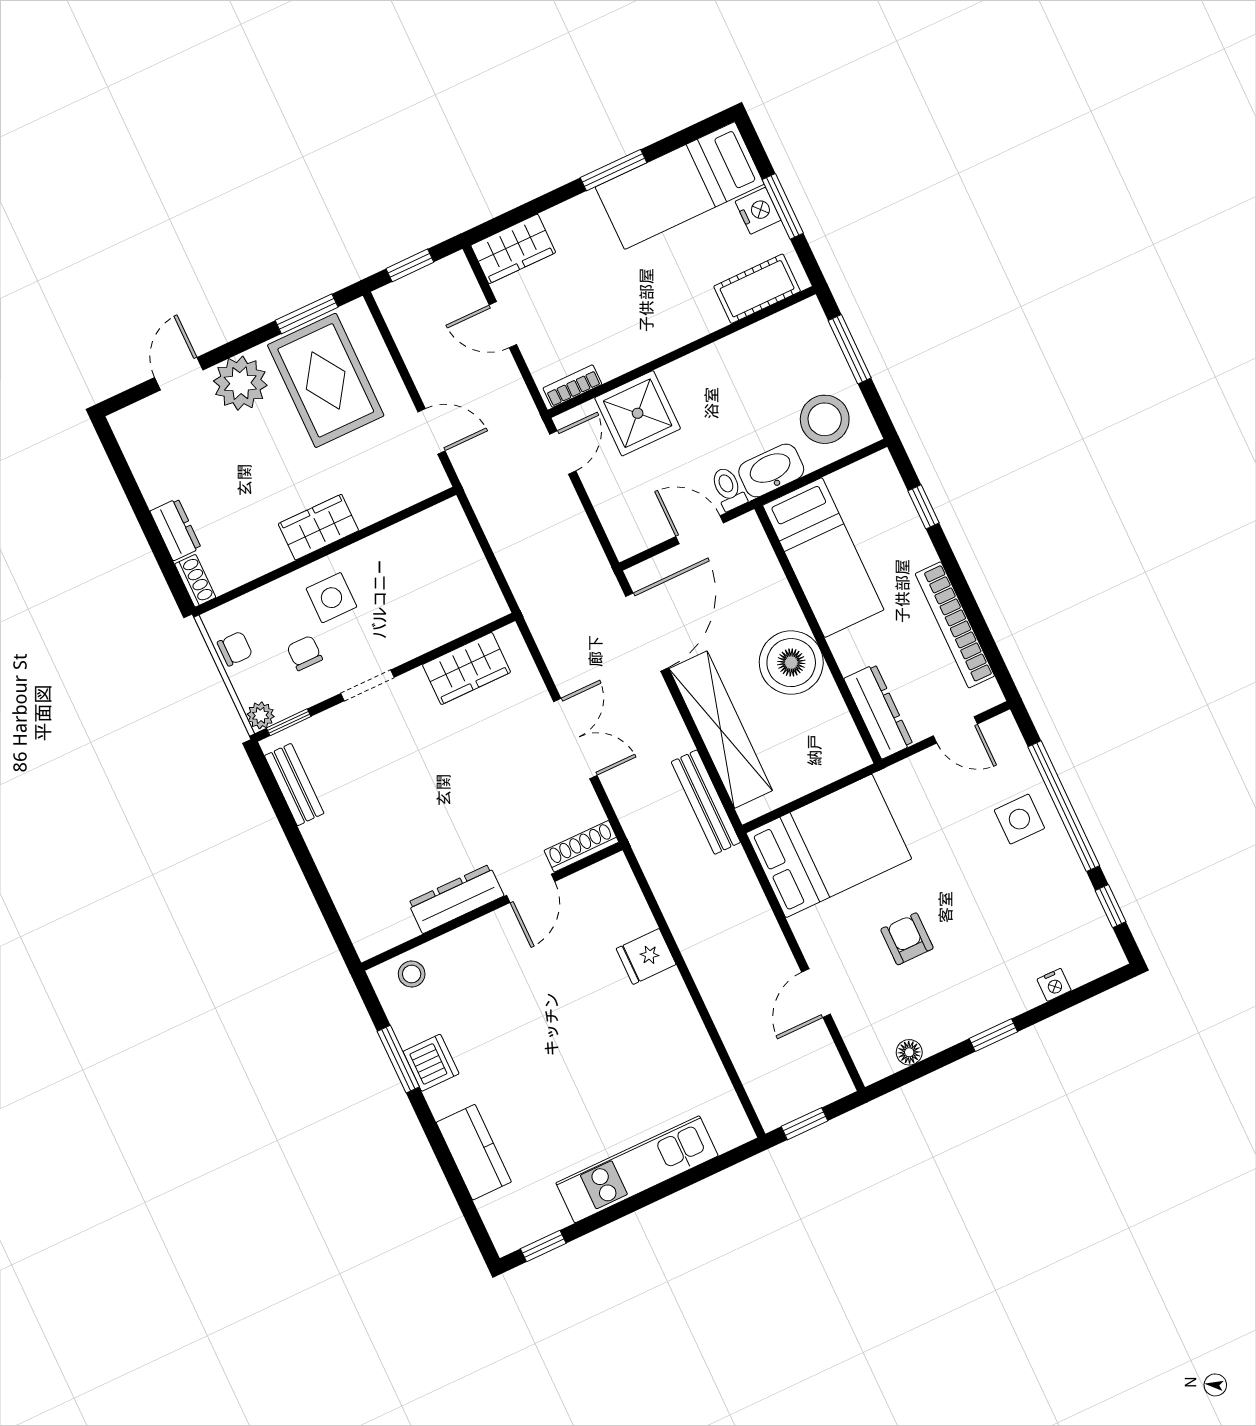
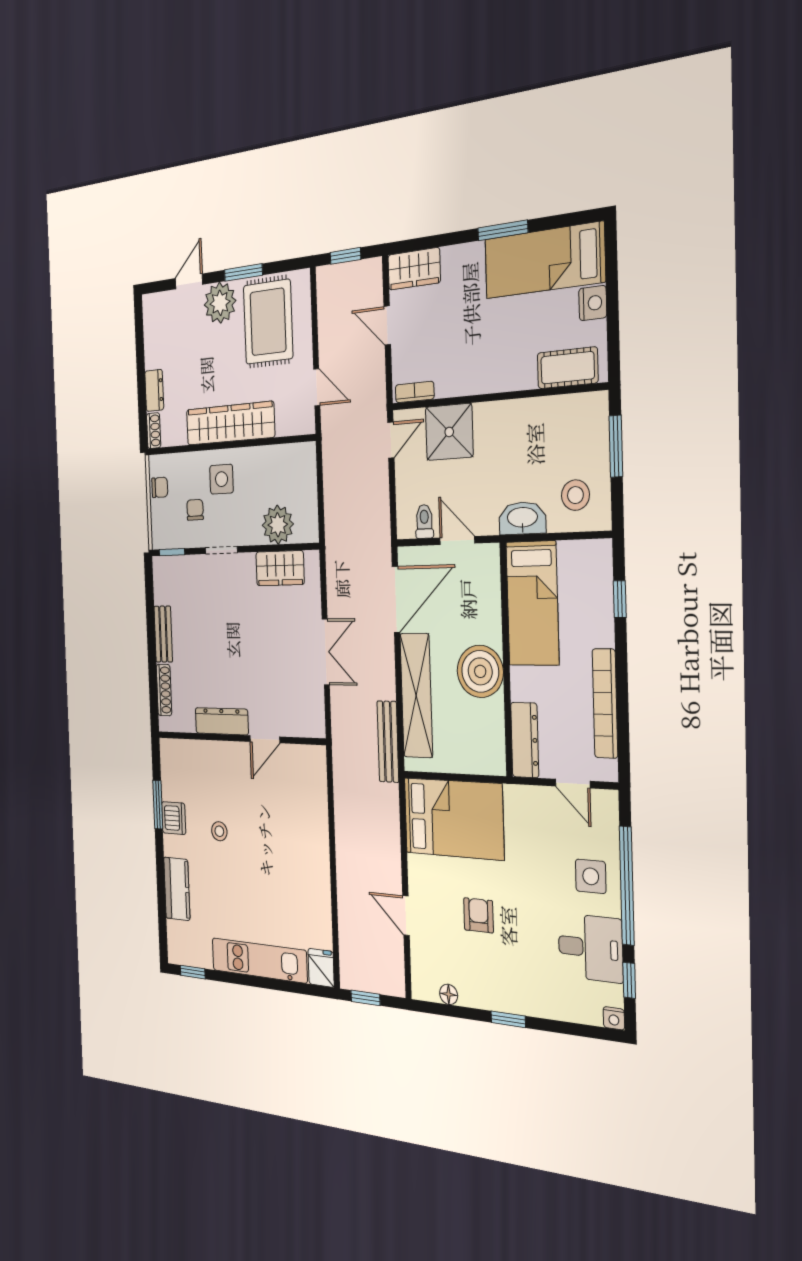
window: (783, 206) -> (612, 306), removed
window: (307, 314) -> (243, 273), moved
stool: (825, 419) -> (575, 495), width x0.73, depth x0.73
toilet: (728, 489) -> (424, 521), moved
wardrobe: (318, 527) -> (230, 423), width x2.10, depth x1.17
plant: (261, 715) -> (278, 525), moved, width x1.88, depth x1.88
bench: (294, 785) -> (163, 634), moved
shoe rack: (581, 846) -> (164, 690), moved, turned 90
desk: (1053, 897) -> (590, 948), added
fridge: (646, 956) -> (321, 968), moved, turned 90
stool: (412, 974) -> (219, 831), moved
nightstand: (1054, 985) -> (614, 1018), moved
door: (816, 993) -> (406, 916), hinge flipped

